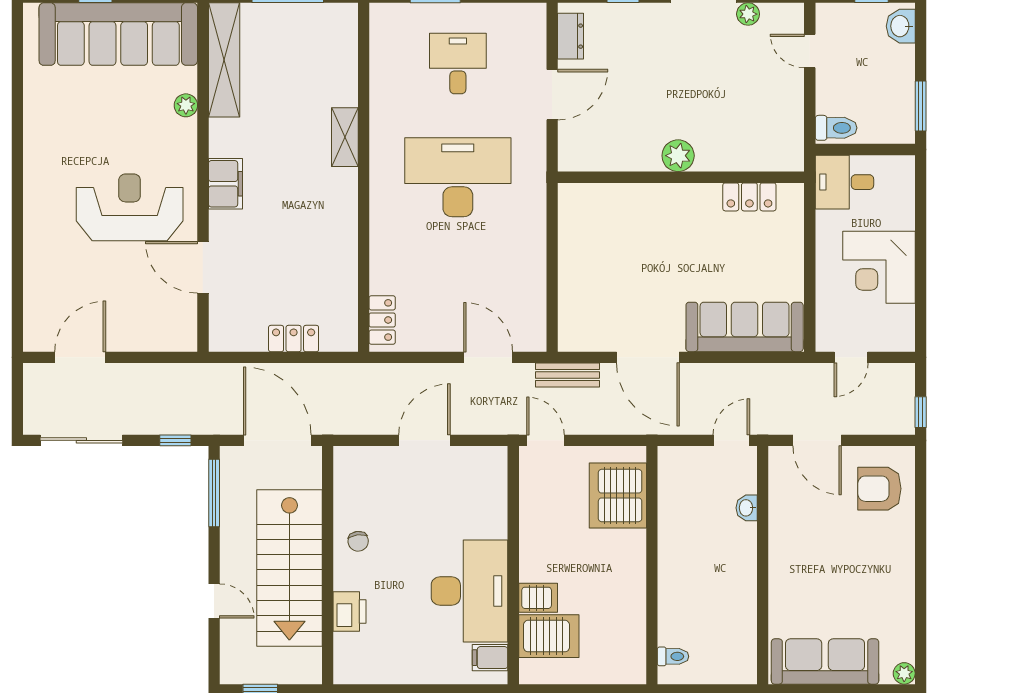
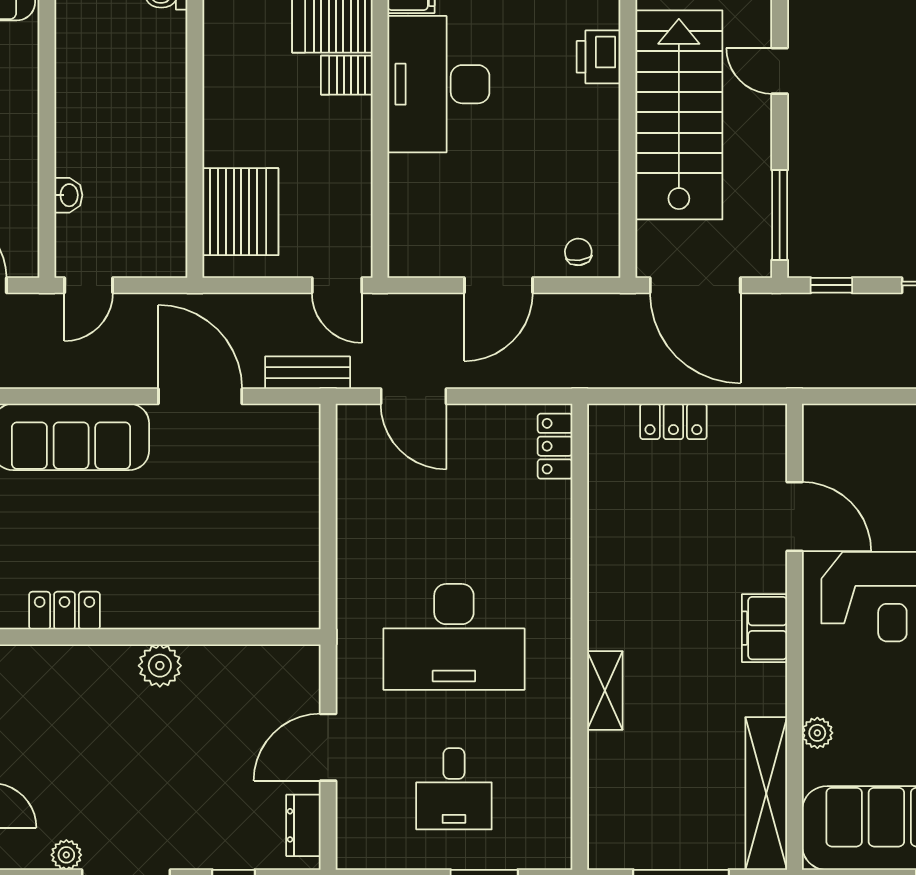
chair: (358, 541) -> (578, 252), moved

